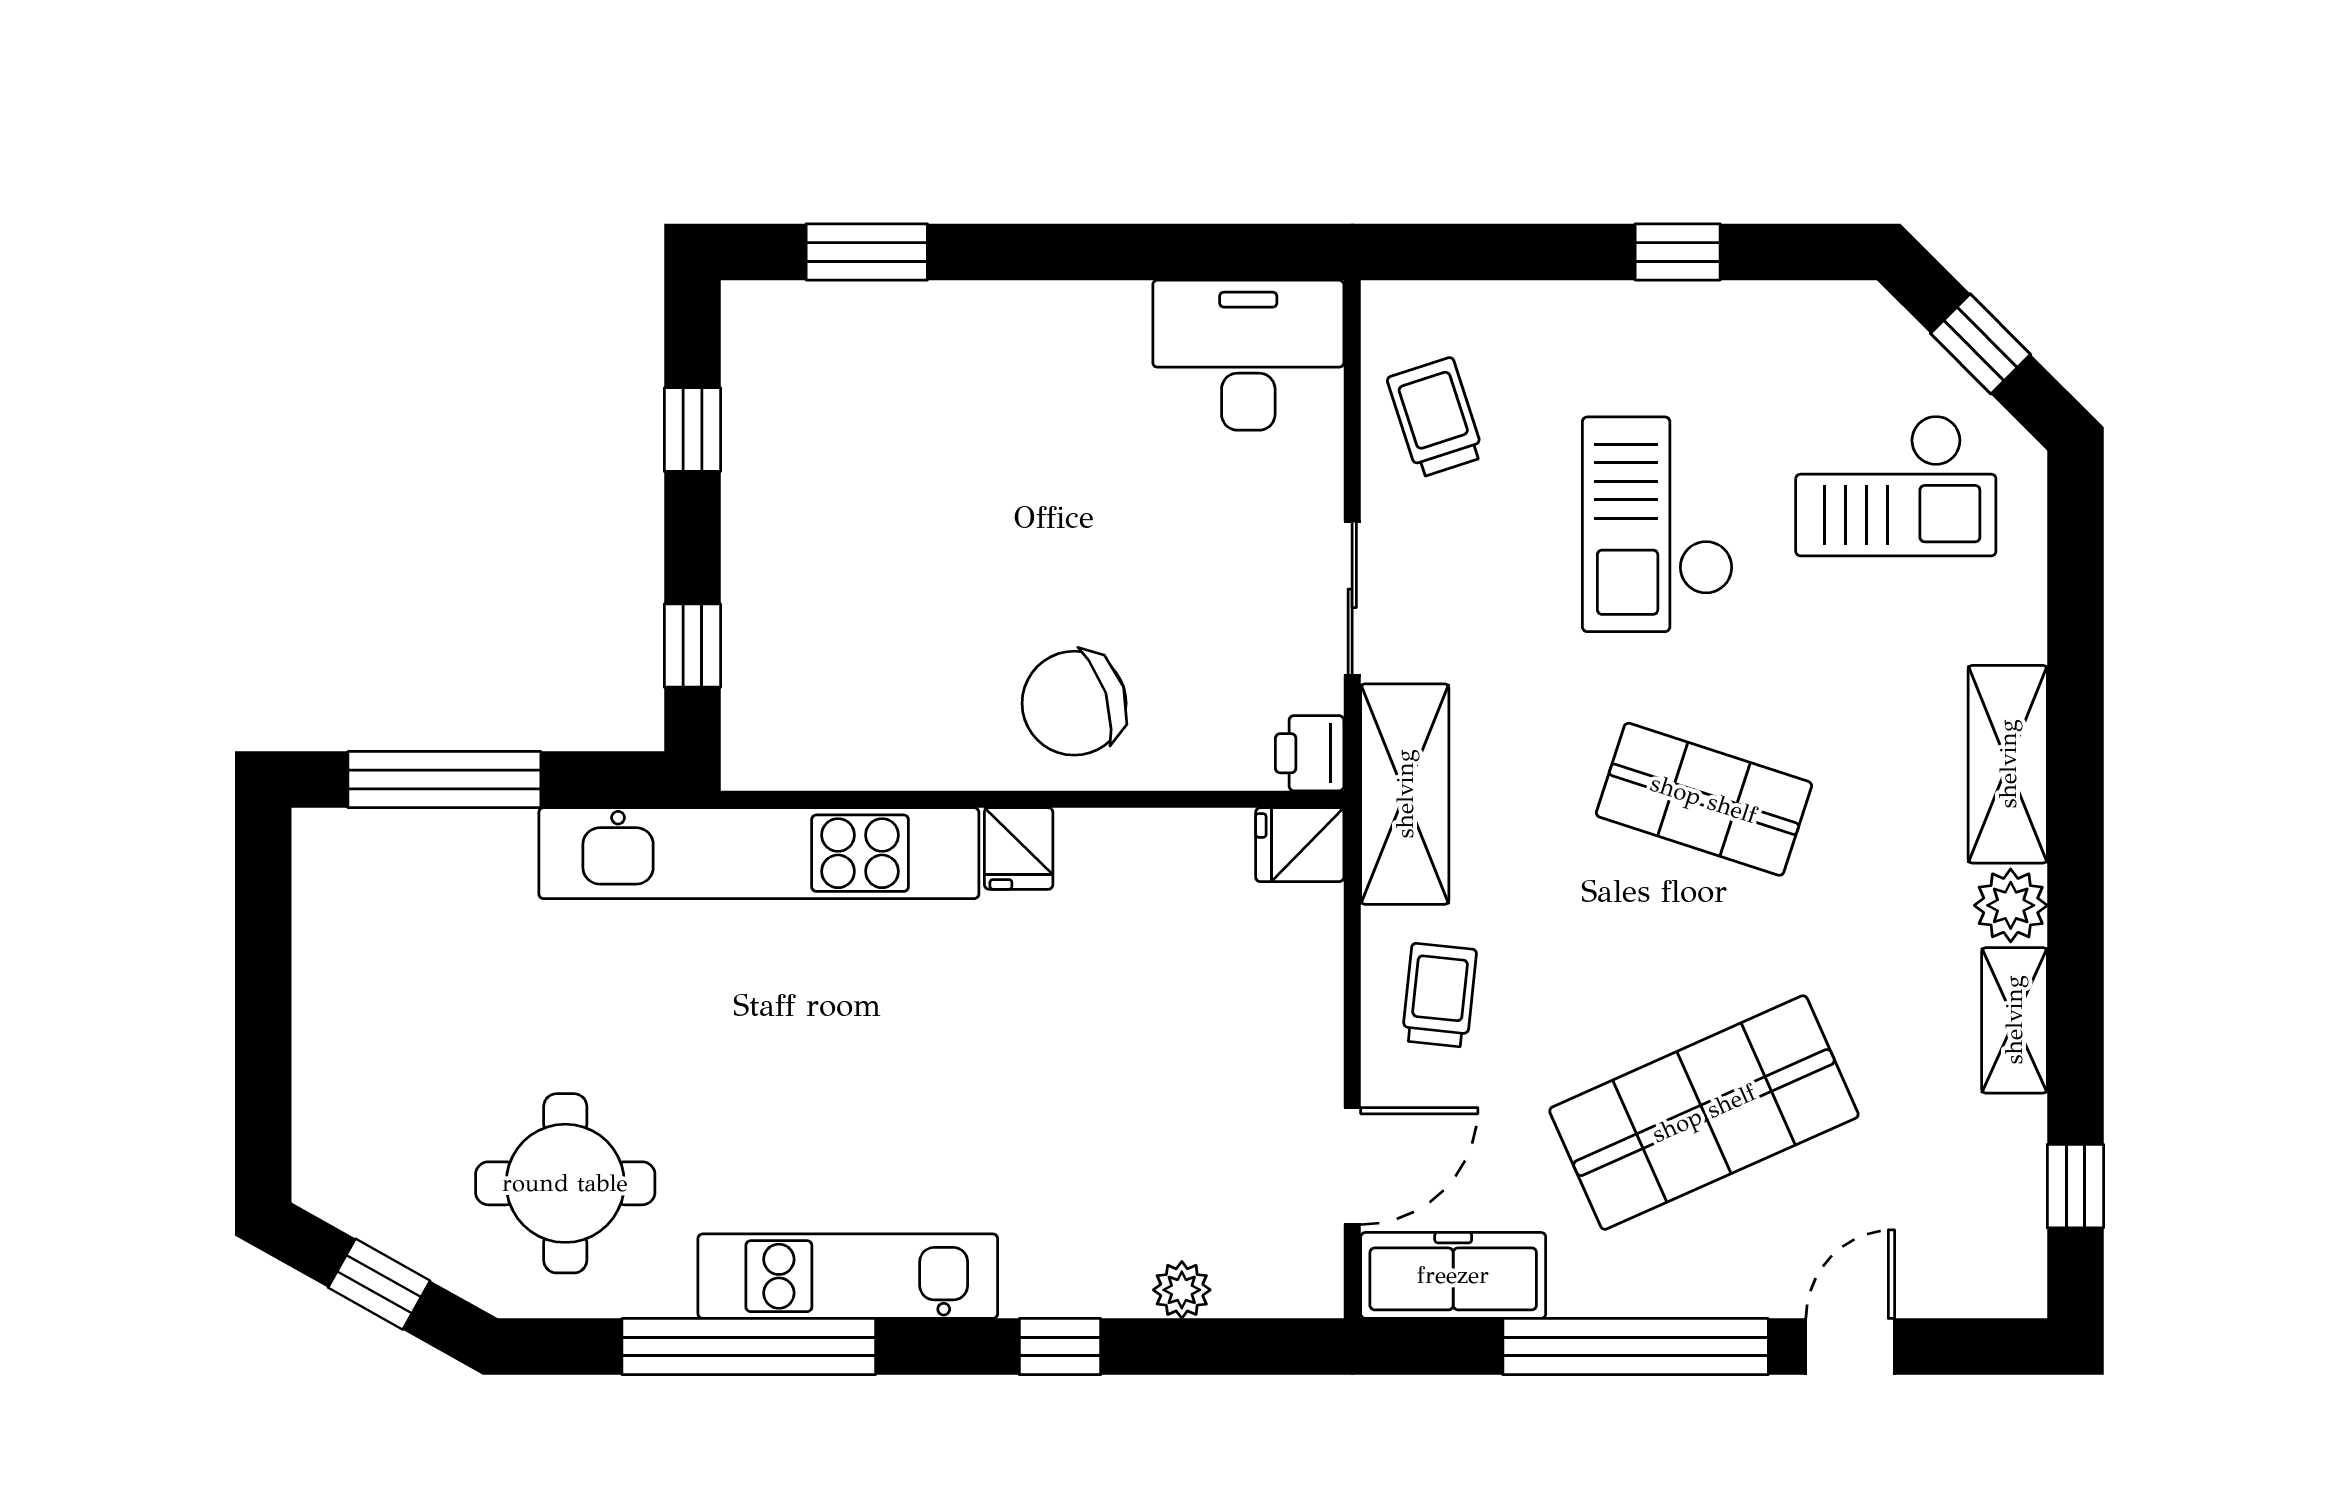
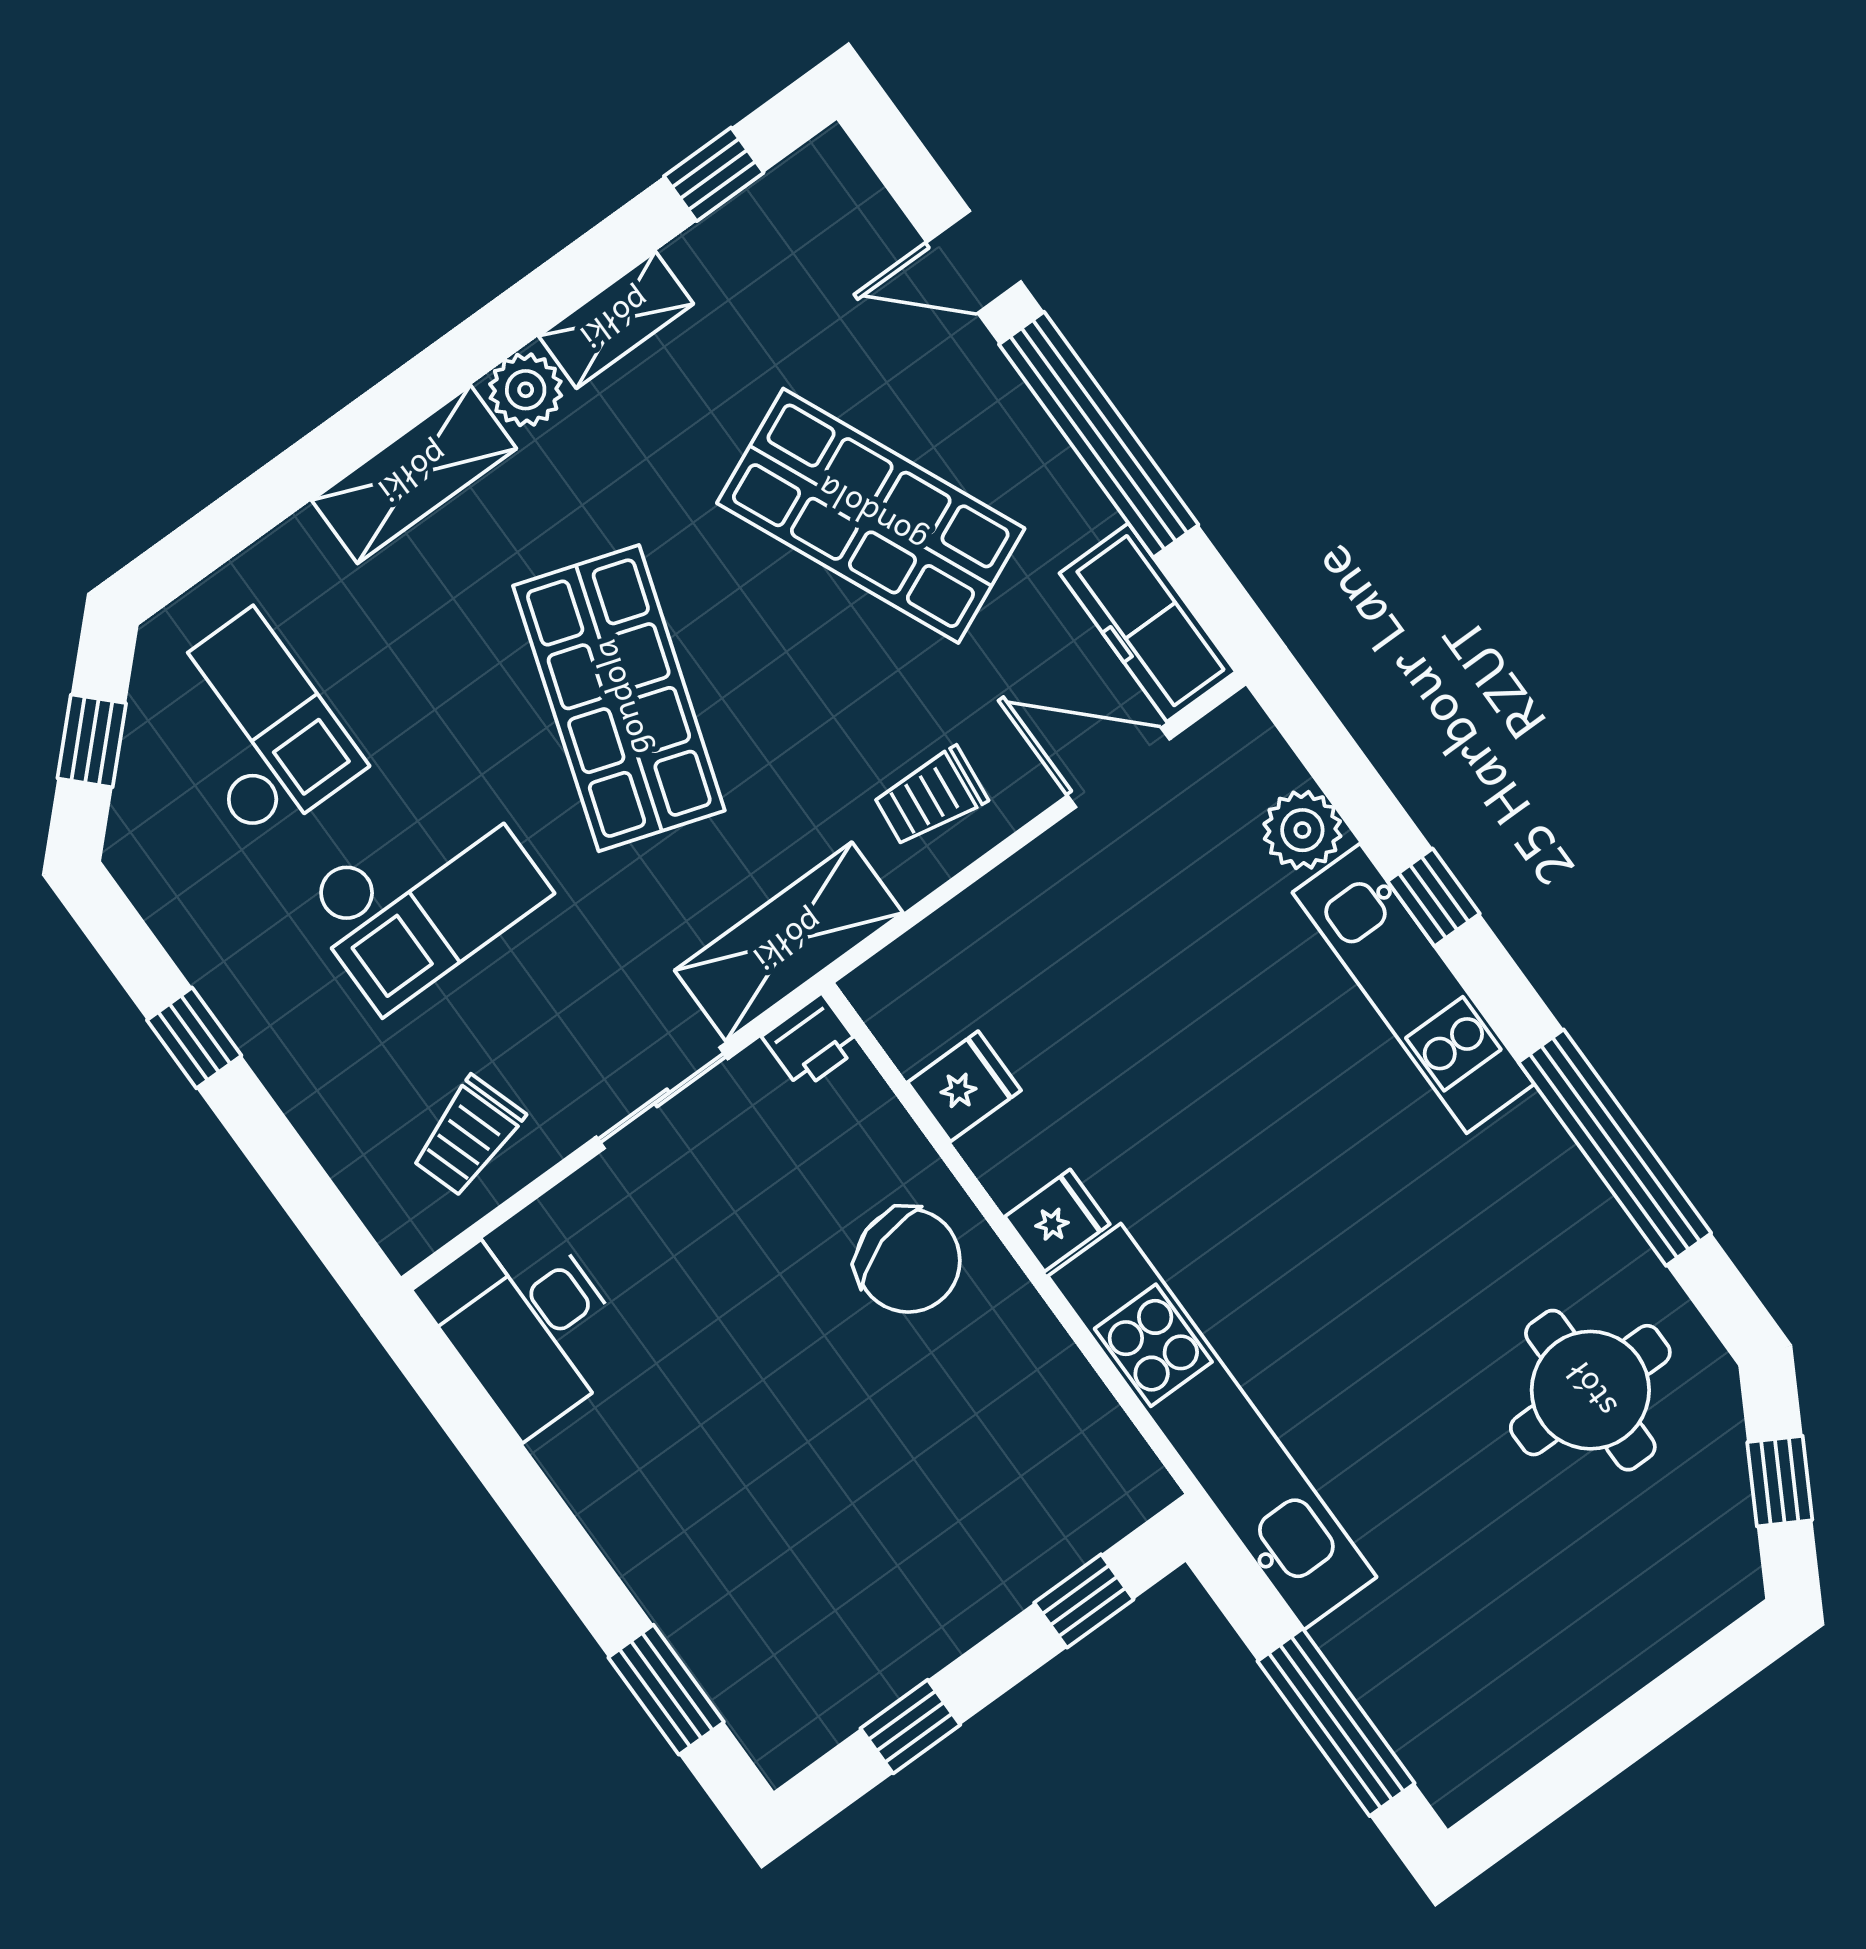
shop shelf: (1704, 799) -> (619, 698), width x1.43, depth x1.36
fridge: (1300, 845) -> (964, 1086), moved, turned -90
kitchen unit: (848, 1276) -> (1413, 988), moved
plant: (1182, 1290) -> (1302, 830), width x1.38, depth x1.38

